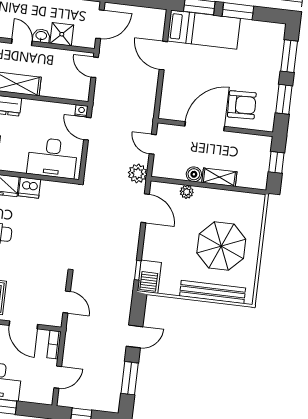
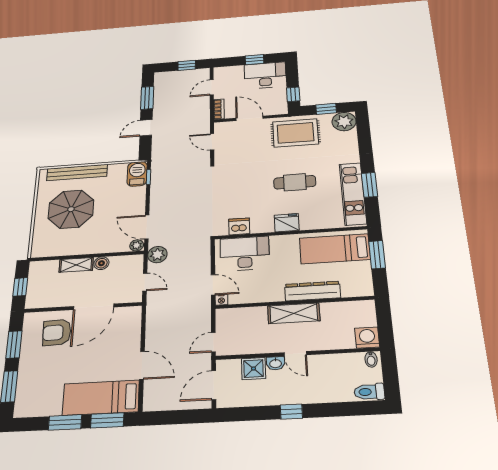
door: (95, 67) -> (213, 342), swing flipped
dishwasher: (30, 188) -> (239, 226), moved
plant: (187, 192) -> (137, 245), moved

